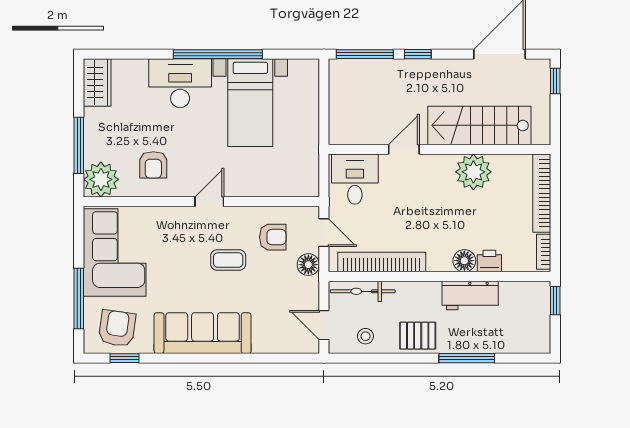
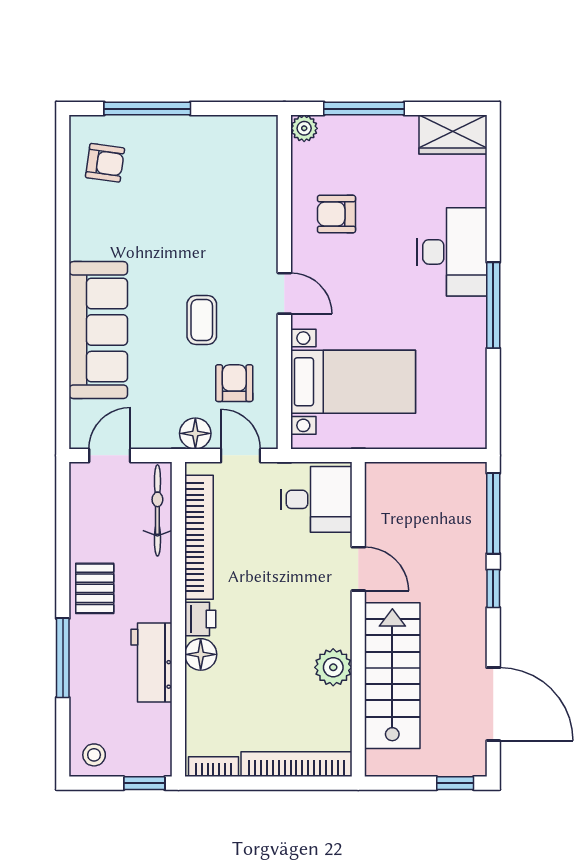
window: (218, 54) -> (493, 305), width x0.68
bed with nightstands: (250, 103) -> (353, 382), moved, turned 180
plant: (473, 172) -> (333, 667), width x0.73, depth x0.73
plant: (101, 179) -> (304, 128), width x0.53, depth x0.53
door: (324, 233) -> (241, 455), swing flipped
armchair: (273, 237) -> (234, 383), turned 180
corner sofa: (115, 252) -> (212, 159), removed
printer: (489, 261) -> (200, 619), moved
armchair: (117, 328) -> (105, 163), width x0.72, depth x0.72
sofa: (203, 333) -> (98, 330), moved
stool: (365, 336) -> (94, 755), moved
window: (124, 358) -> (63, 173), removed

